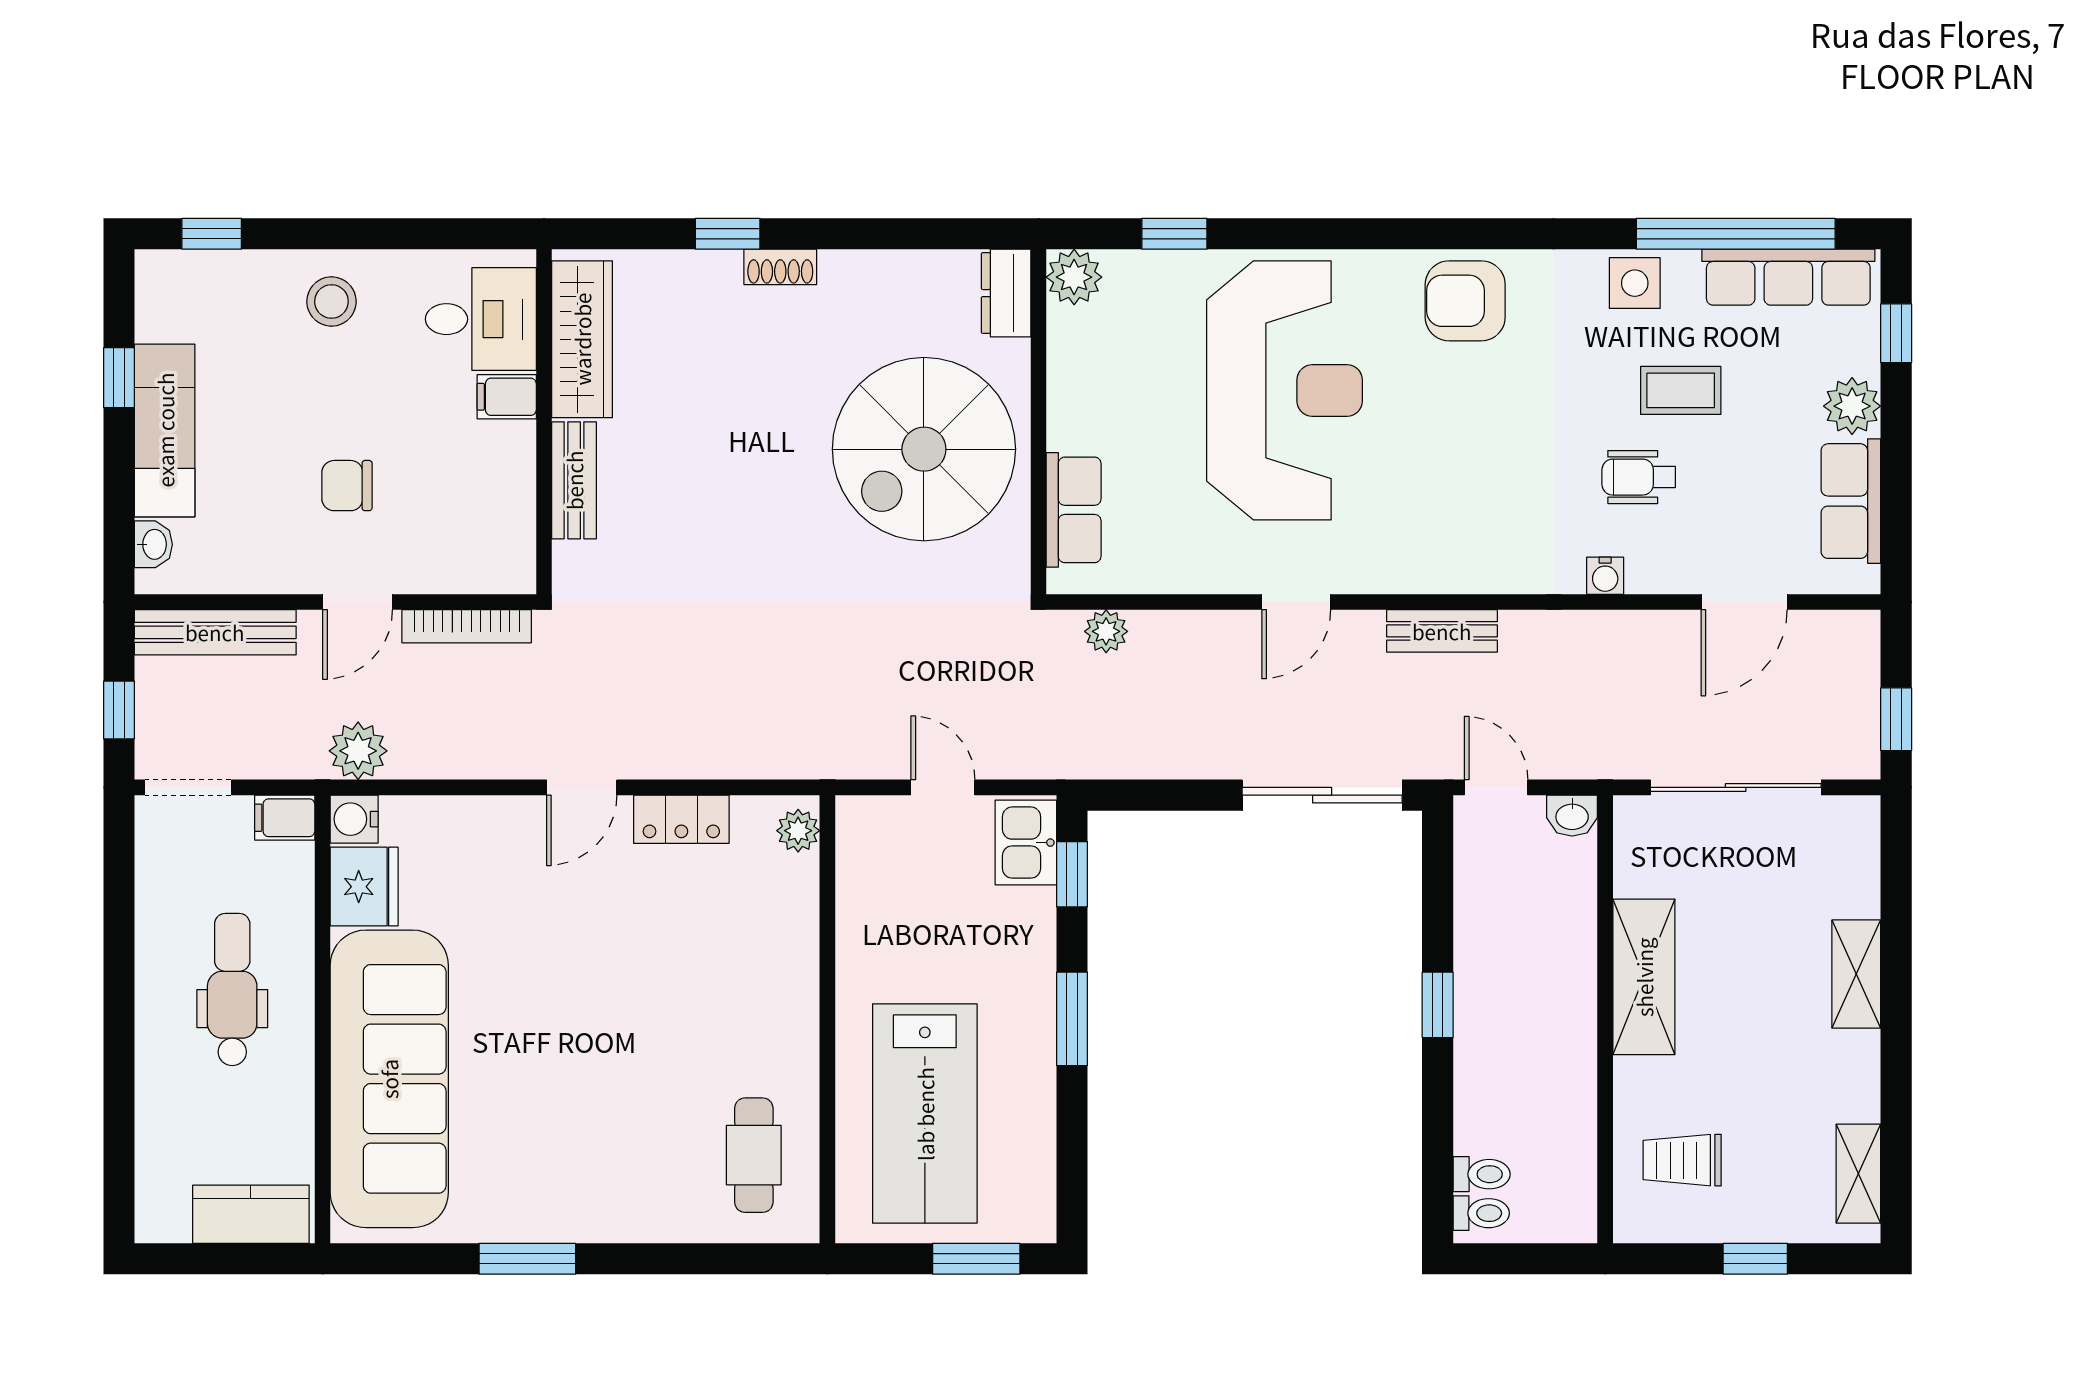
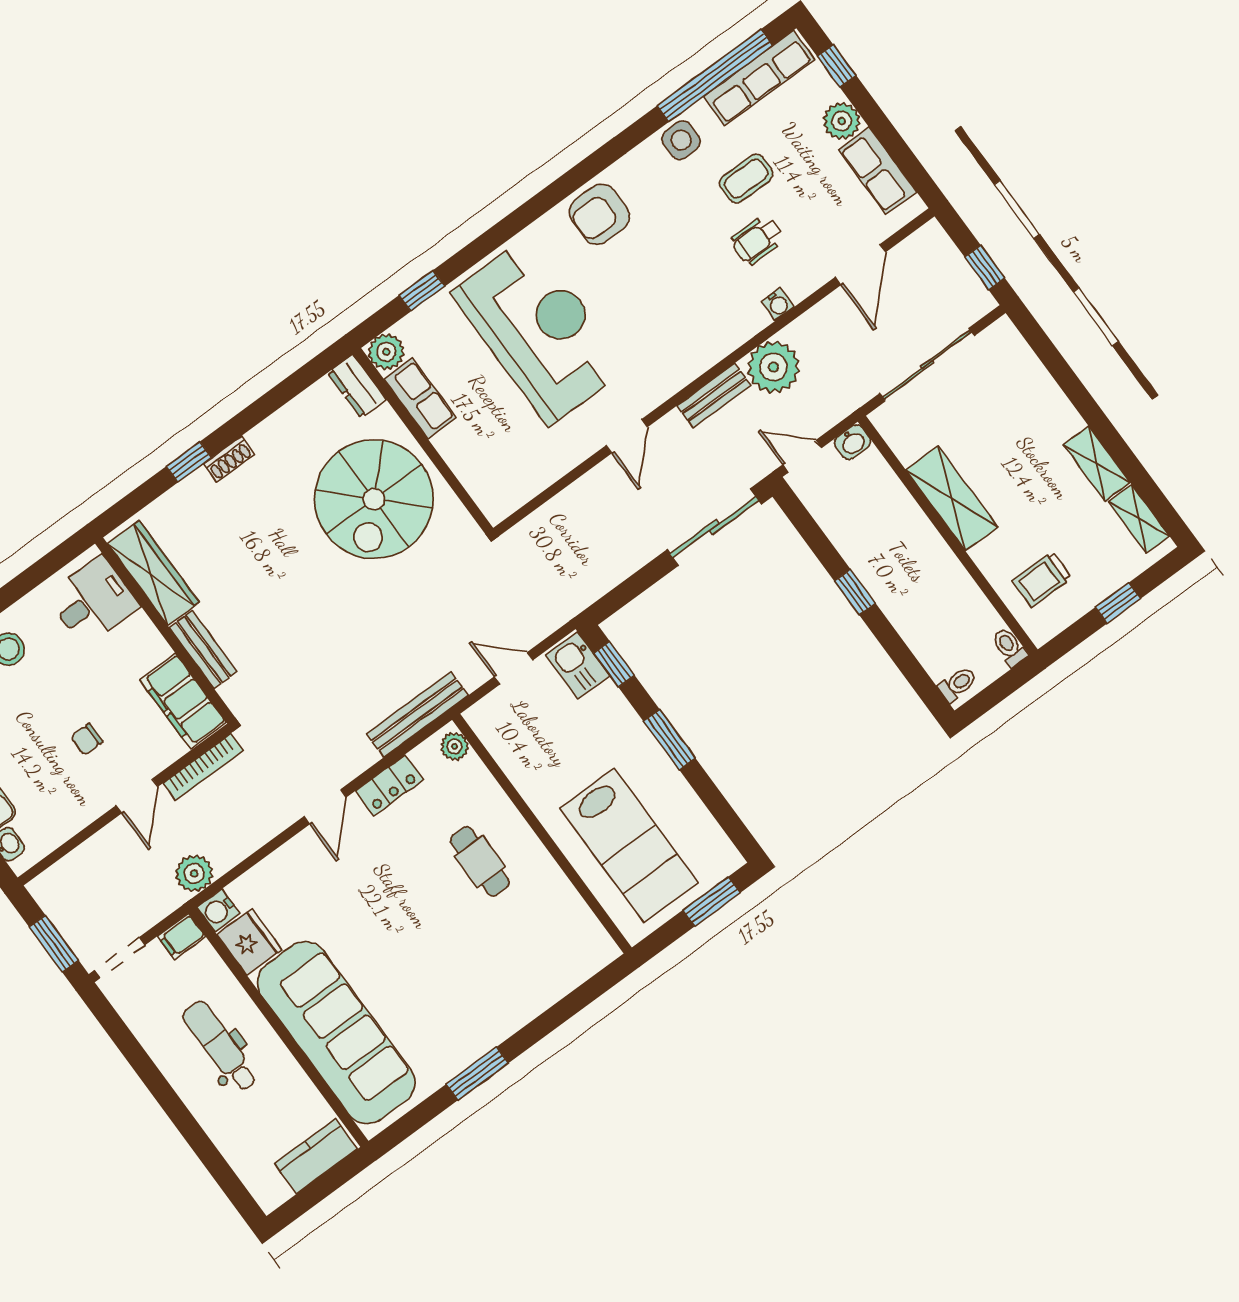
filing cabinet: (507, 397) -> (183, 701), moved, width x3.00, depth x1.17
chair: (347, 486) -> (87, 739), width x0.73, depth x0.73
row of seats: (1074, 510) -> (420, 399), moved
plant: (1106, 631) -> (774, 367), moved, width x1.87, depth x1.87
bench: (215, 632) -> (417, 715), moved
window: (119, 710) -> (54, 944), width x1.50
shelving: (1856, 974) -> (1097, 464), moved
cafe table: (754, 1155) -> (480, 861), moved
toilet: (1482, 1174) -> (1010, 647), moved, turned -90

